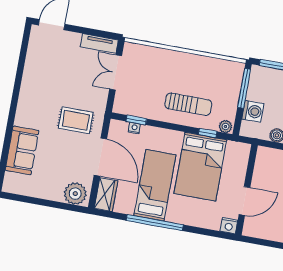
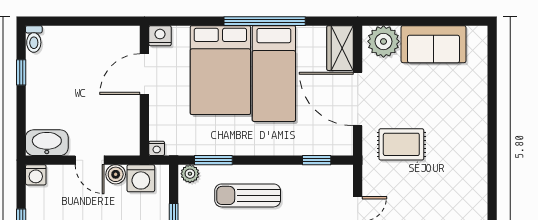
washing machine: (253, 111) -> (141, 178), moved, turned -90
nightstand: (134, 128) -> (157, 148), moved
window: (208, 133) -> (213, 160), width x1.50
sofa: (22, 150) -> (434, 44), moved, turned -90
bed: (200, 167) -> (220, 70), moved, turned 180

